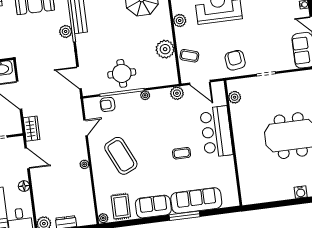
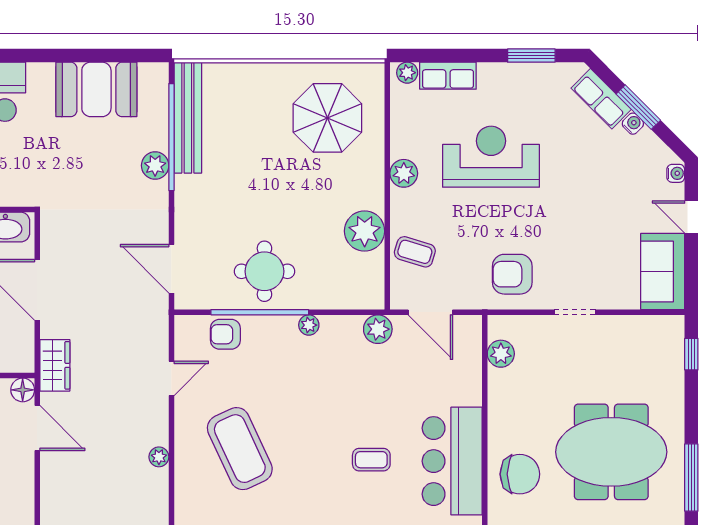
armchair: (235, 60) -> (512, 274), turned -83
bar counter: (216, 132) -> (452, 461), moved
chair: (250, 151) -> (520, 474), added
floor lamp: (24, 186) -> (23, 390), moved

